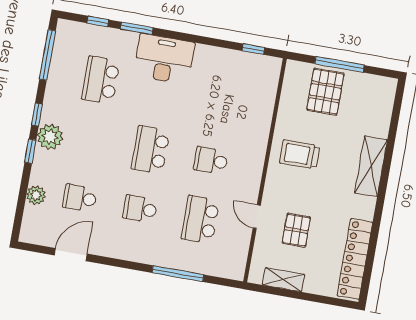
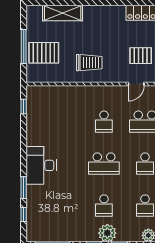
school desk: (101, 80) -> (104, 206), moved, width x0.54
trolley: (300, 154) -> (89, 63), turned -90
shelving: (371, 166) -> (63, 13), moved

